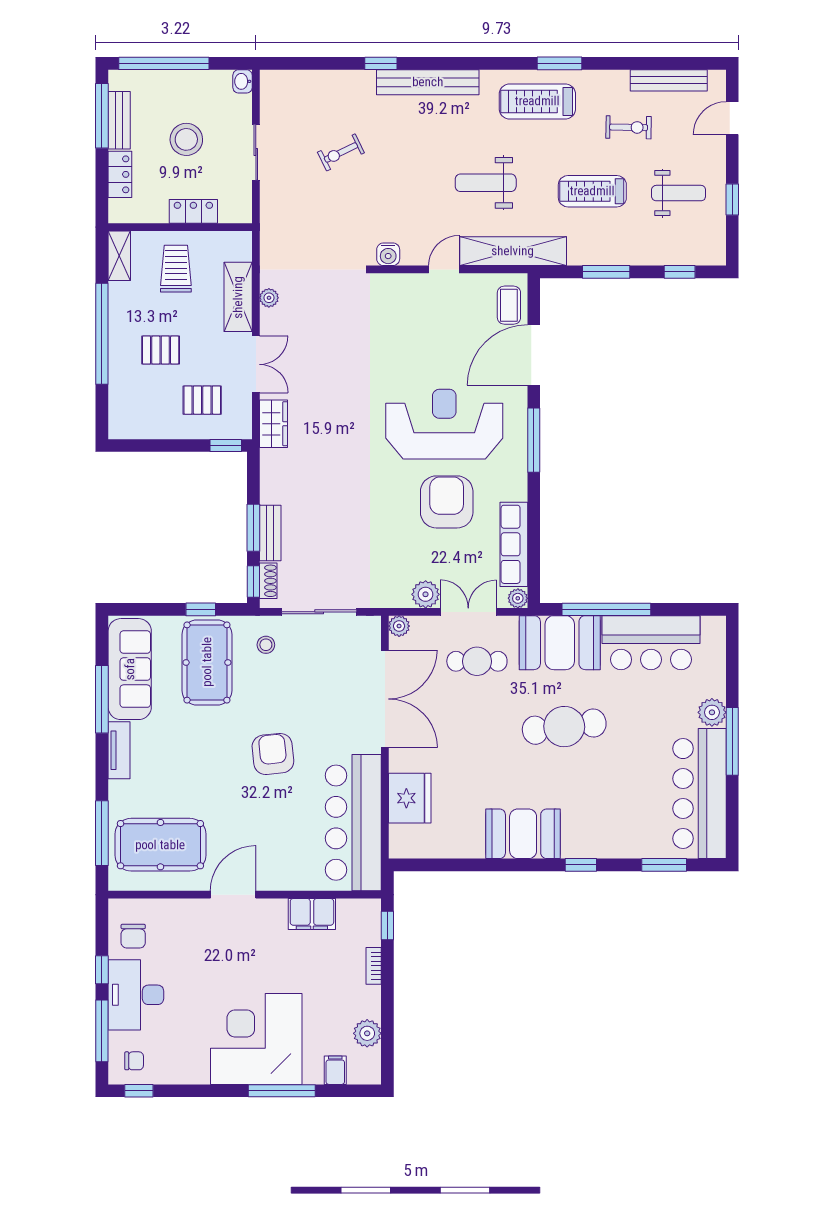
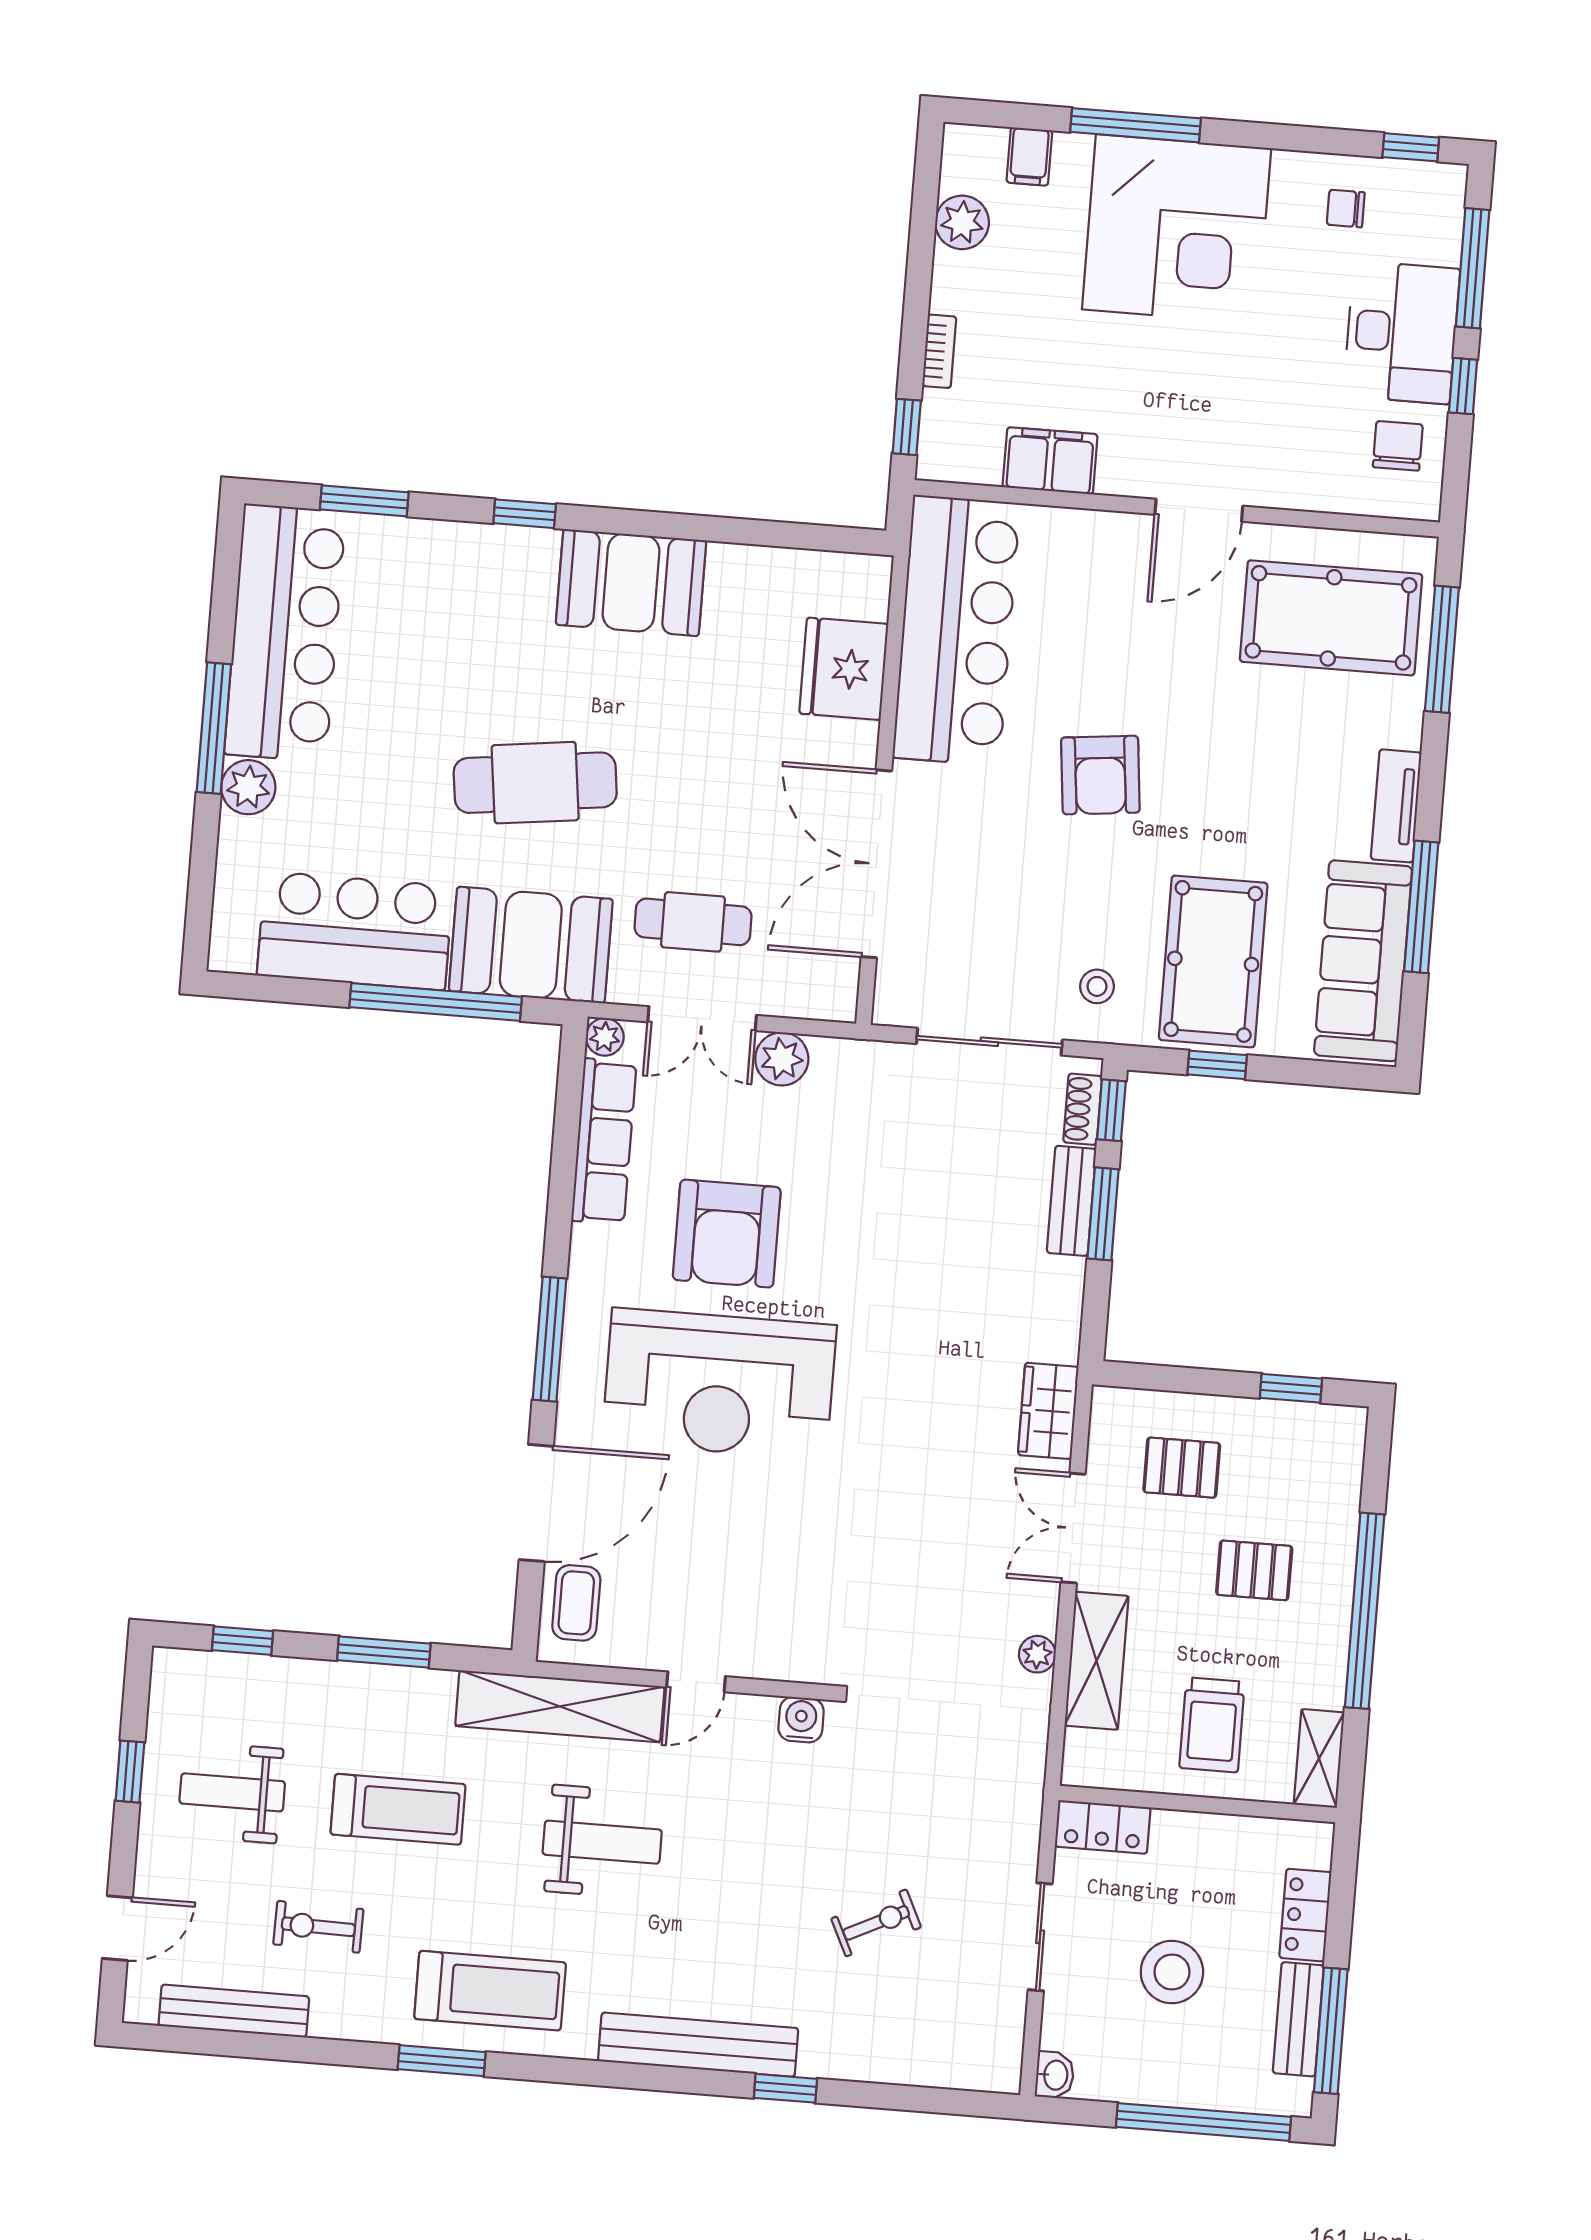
locker: (193, 211) -> (1103, 1827), moved
window: (226, 446) -> (1291, 1388), moved
plant: (399, 626) -> (838, 1002), removed
chair: (134, 1061) -> (1346, 209), moved

